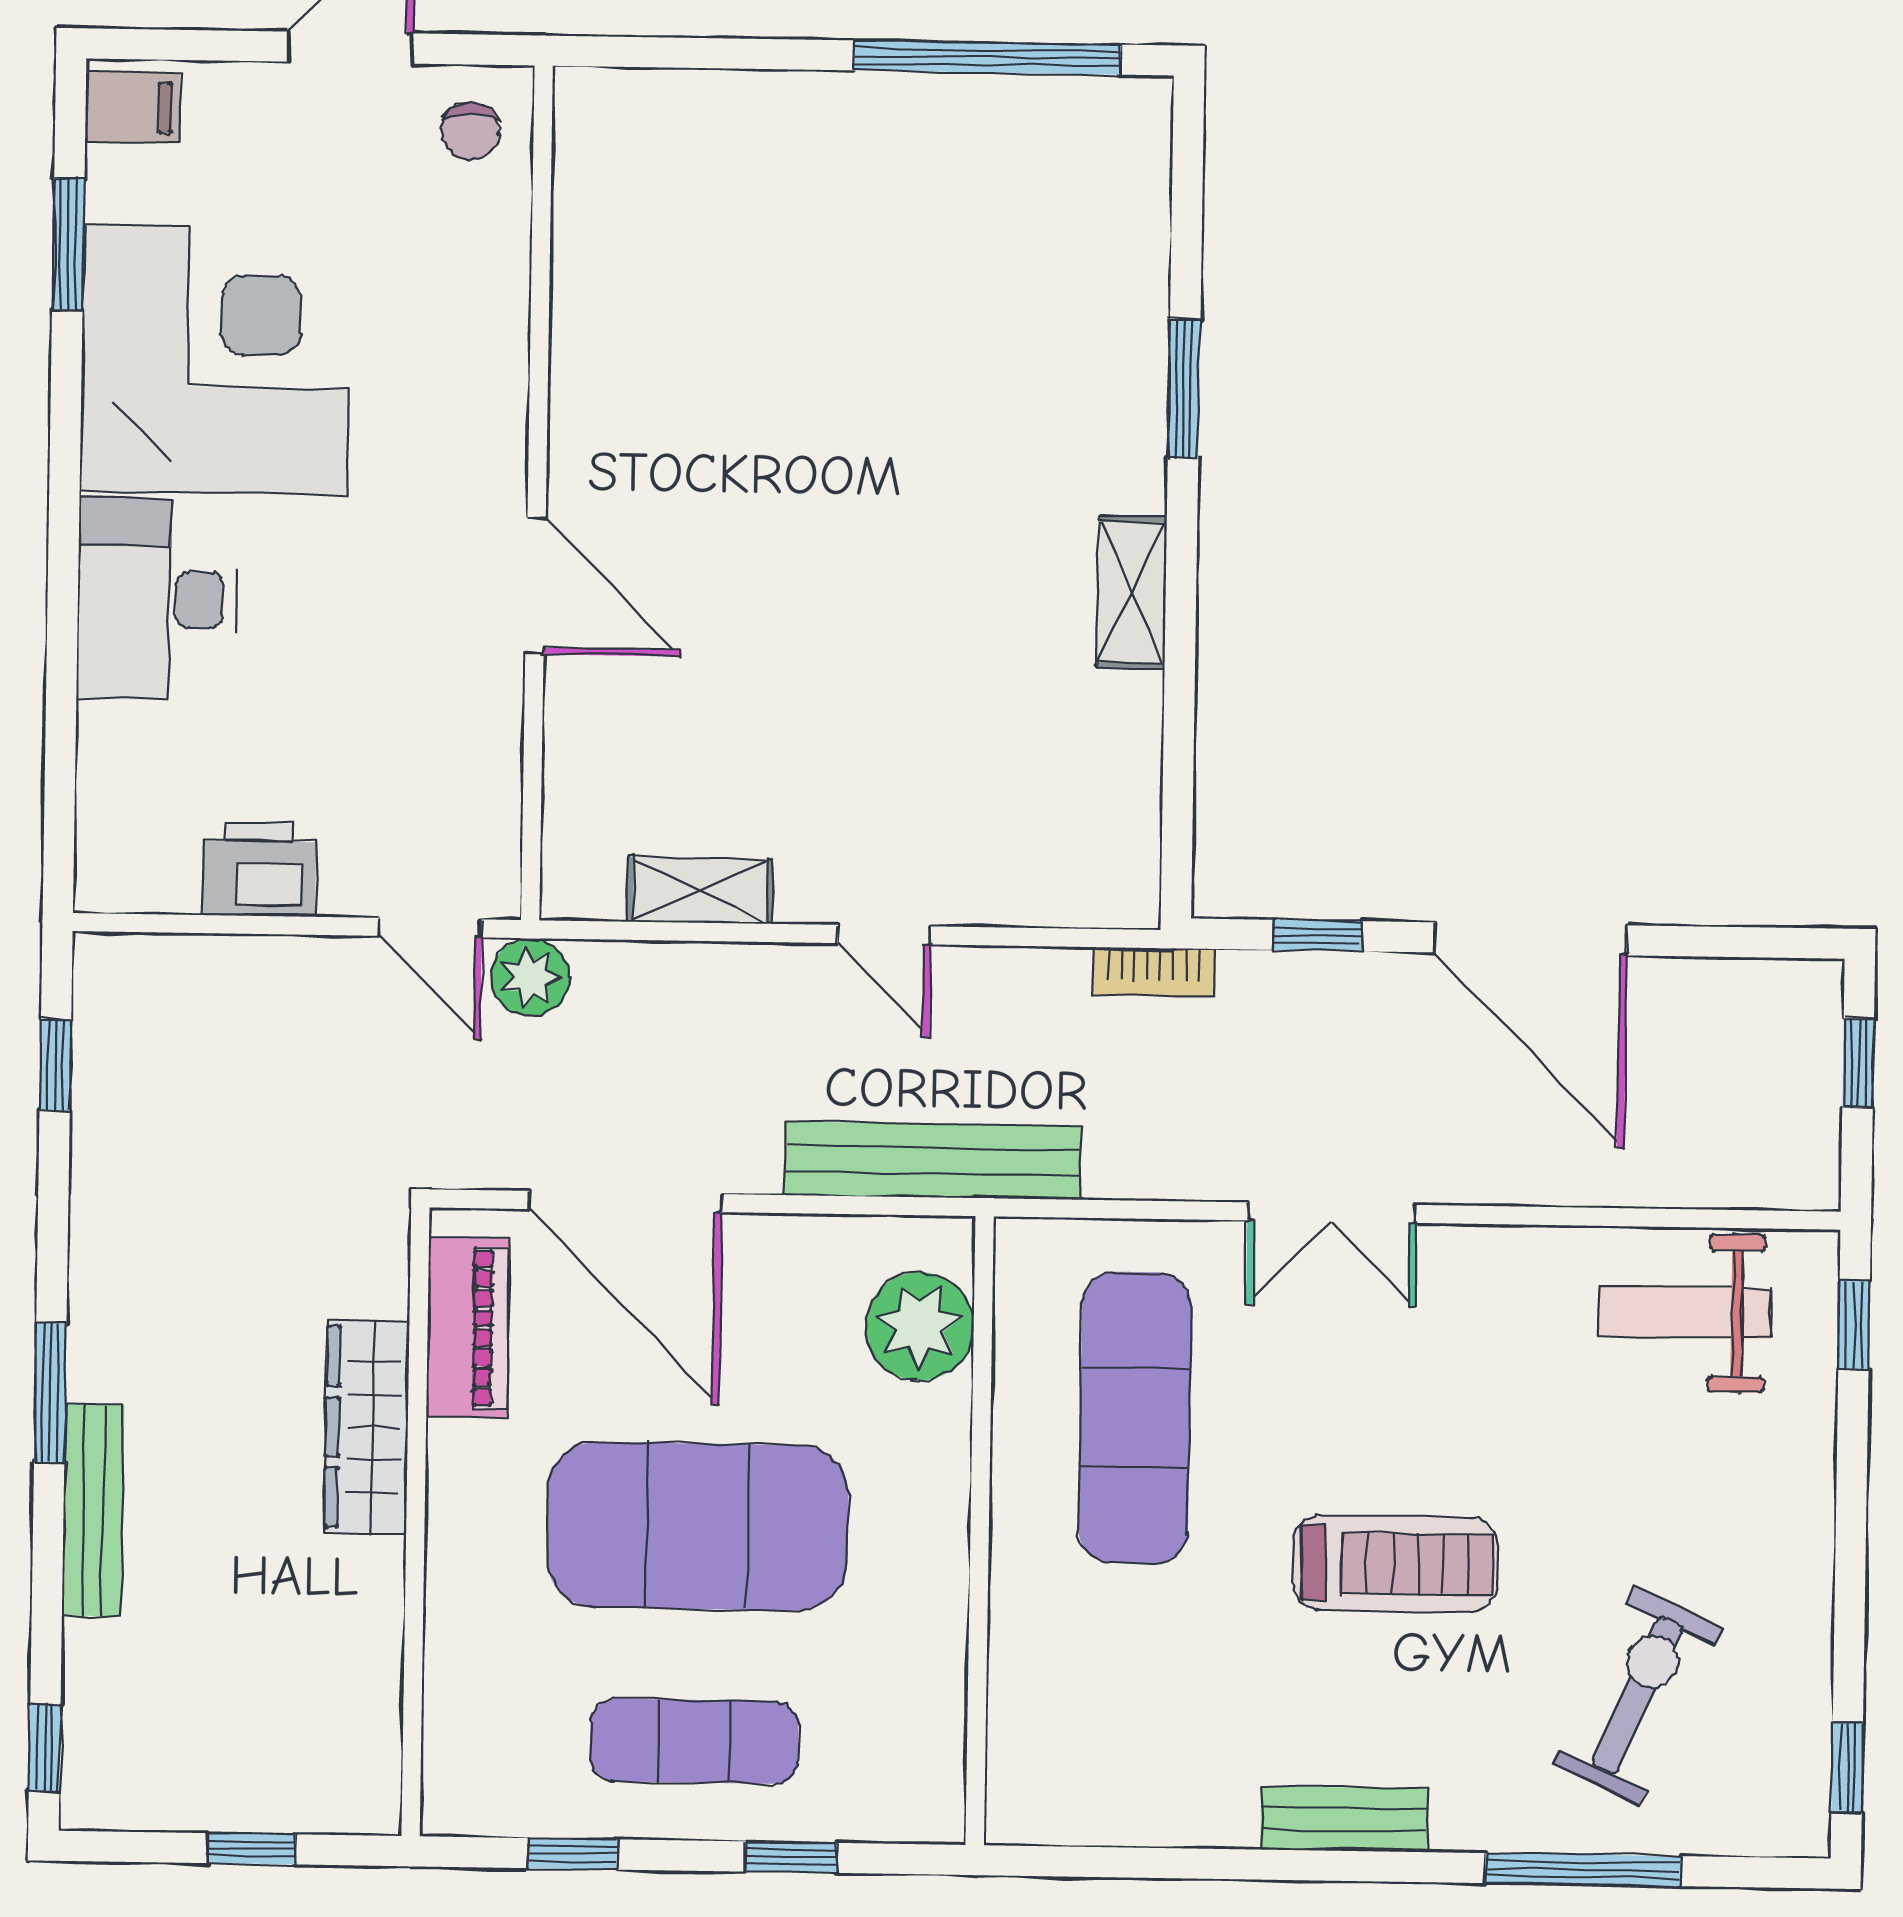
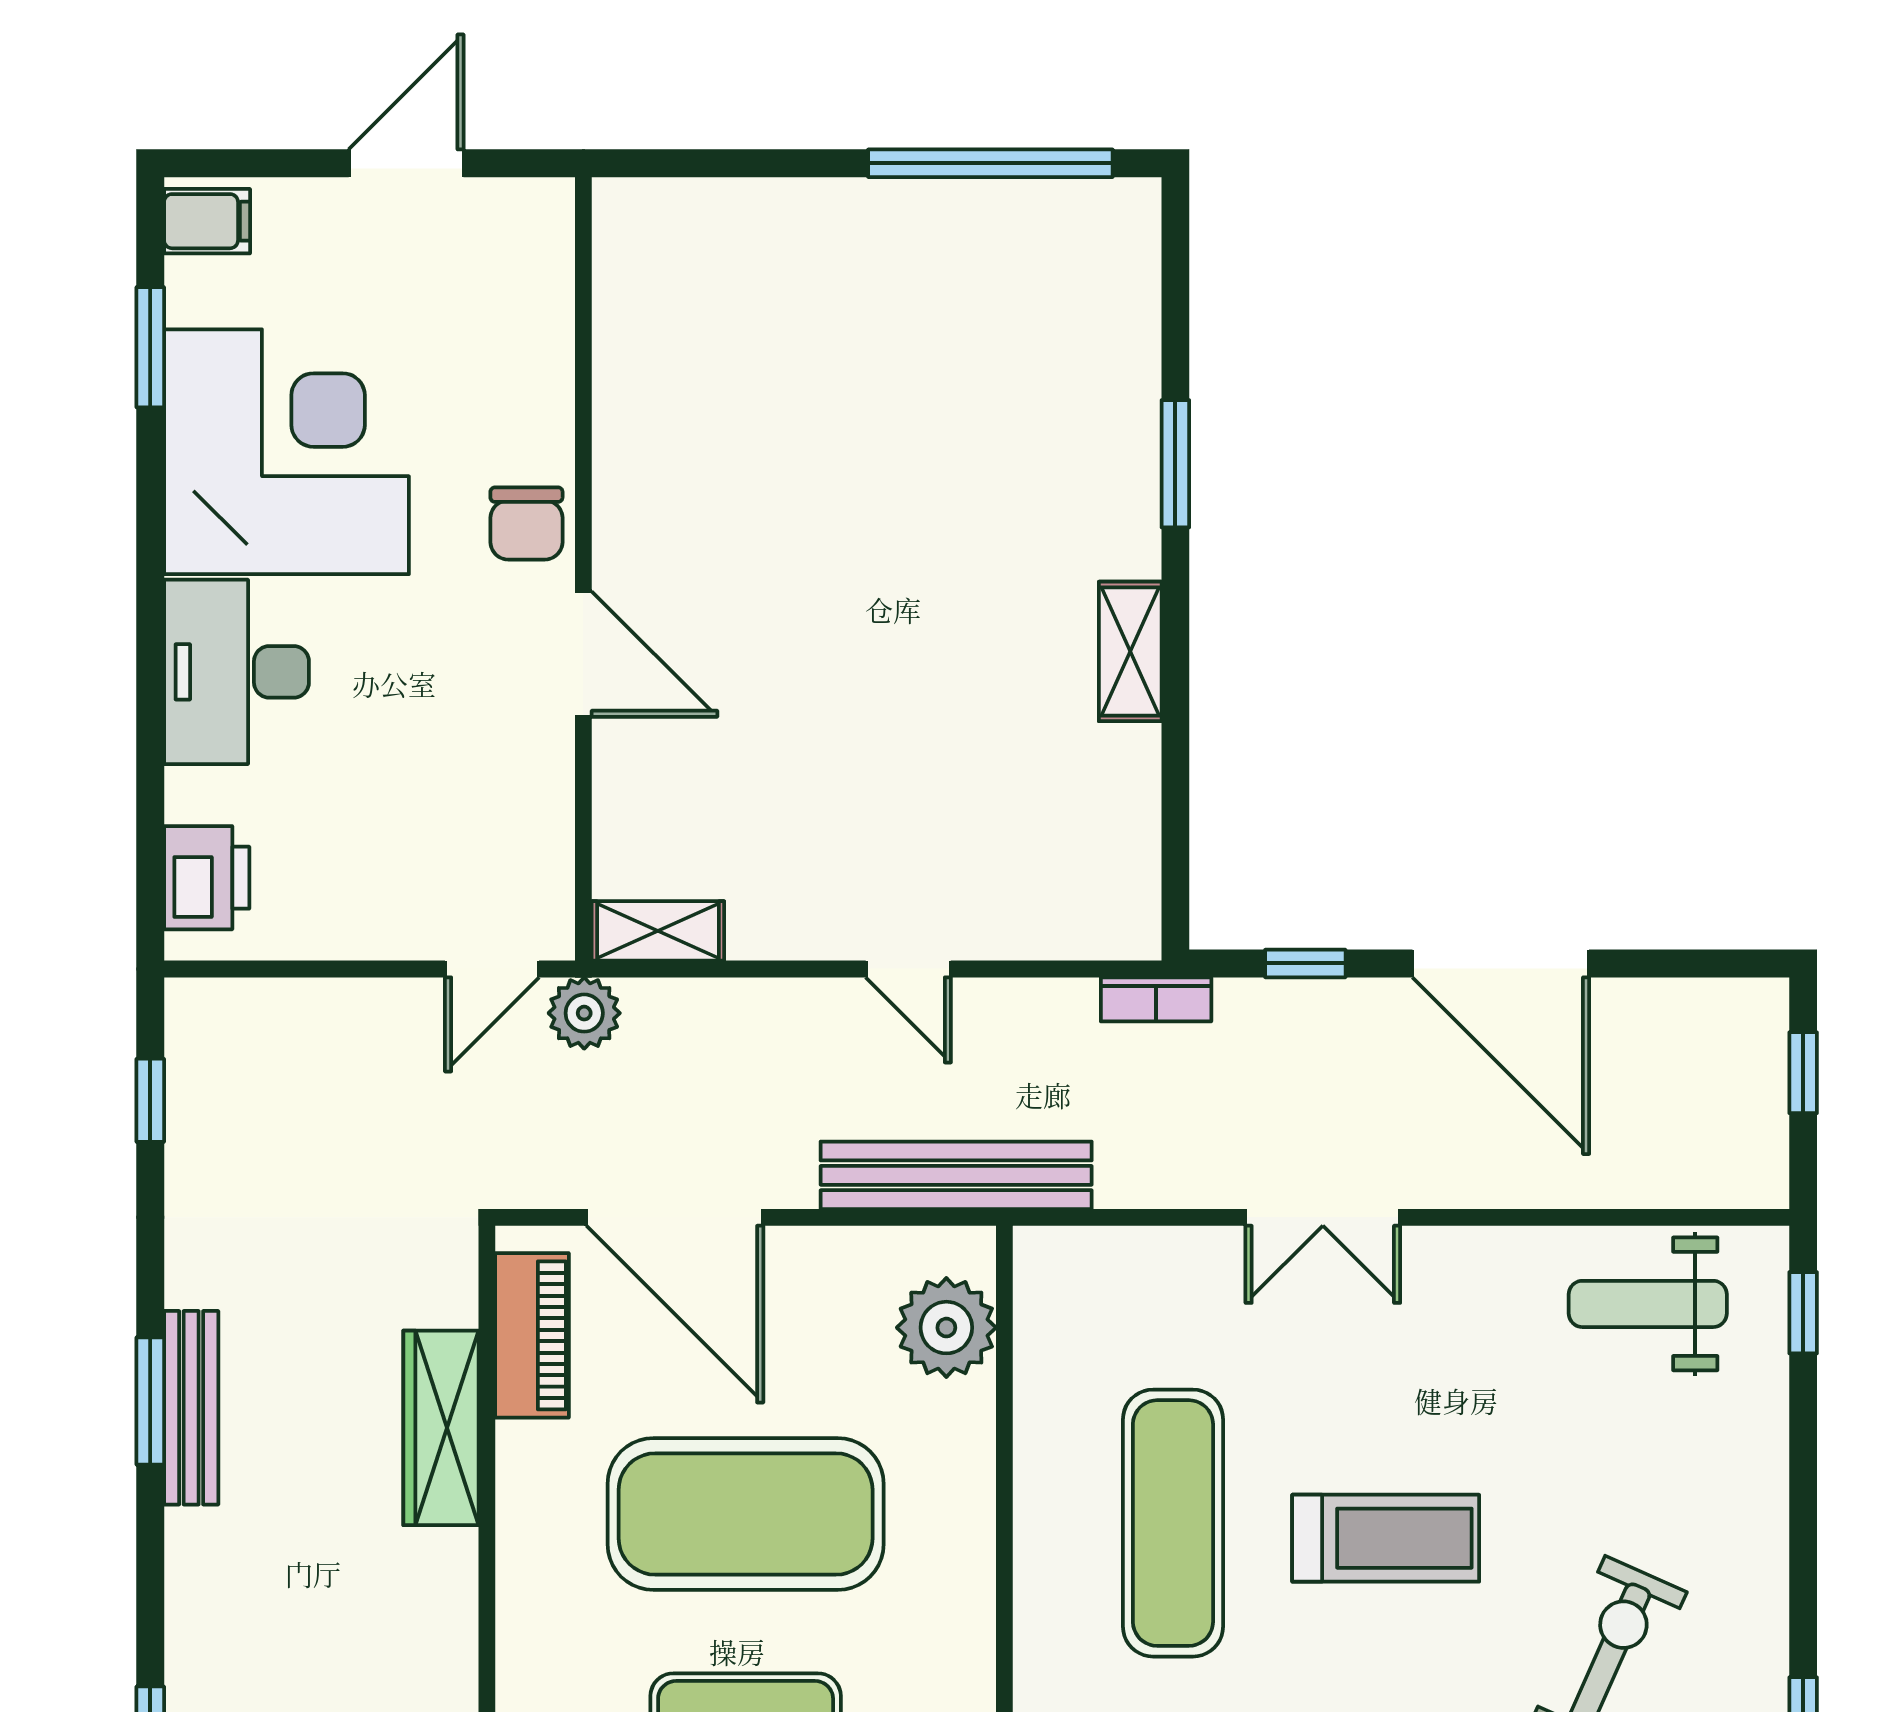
chair: (470, 132) -> (526, 523), moved, width x1.37, depth x1.37
printer: (259, 869) -> (207, 878), moved, turned 90
shelving: (700, 890) -> (658, 931), moved
door: (430, 928) -> (492, 969), hinge flipped
exercise mat: (1135, 1418) -> (1173, 1523), moved
bench: (93, 1510) -> (191, 1408), moved

